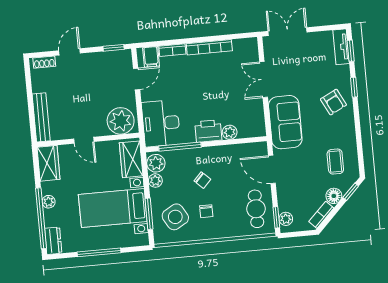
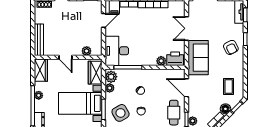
plant: (121, 121) -> (87, 51), width x0.53, depth x0.53
printer: (208, 131) -> (175, 59), moved

